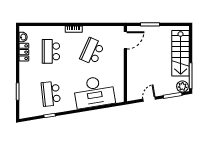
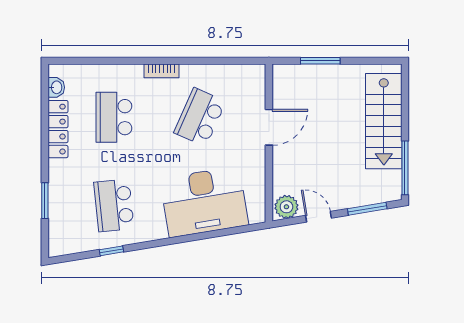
door: (125, 40) -> (269, 127), moved
locker: (24, 52) -> (58, 129), width x1.53
plant: (182, 86) -> (286, 207), moved
door: (149, 99) -> (319, 217), hinge flipped

